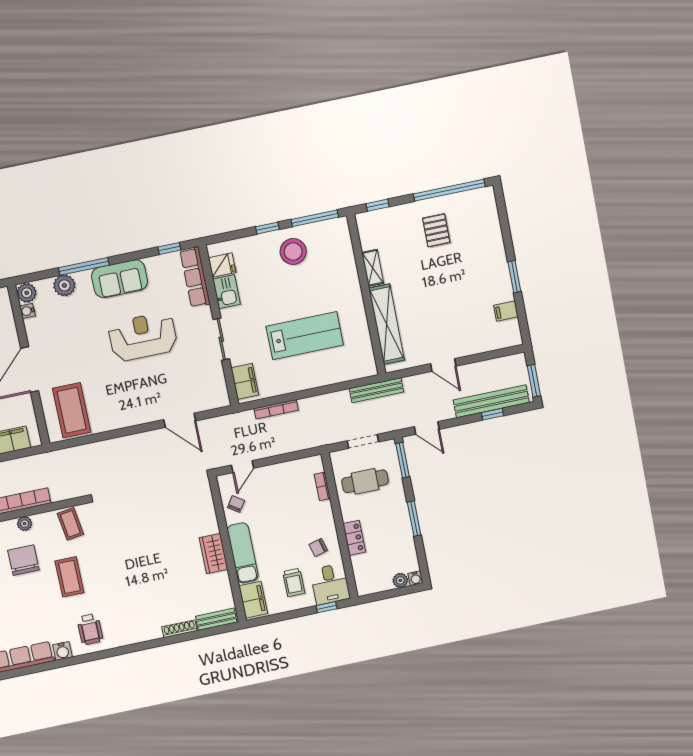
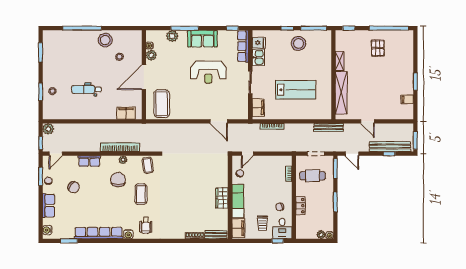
plant: (27, 293) -> (151, 55), moved
reception desk: (143, 337) -> (208, 72), turned 180

